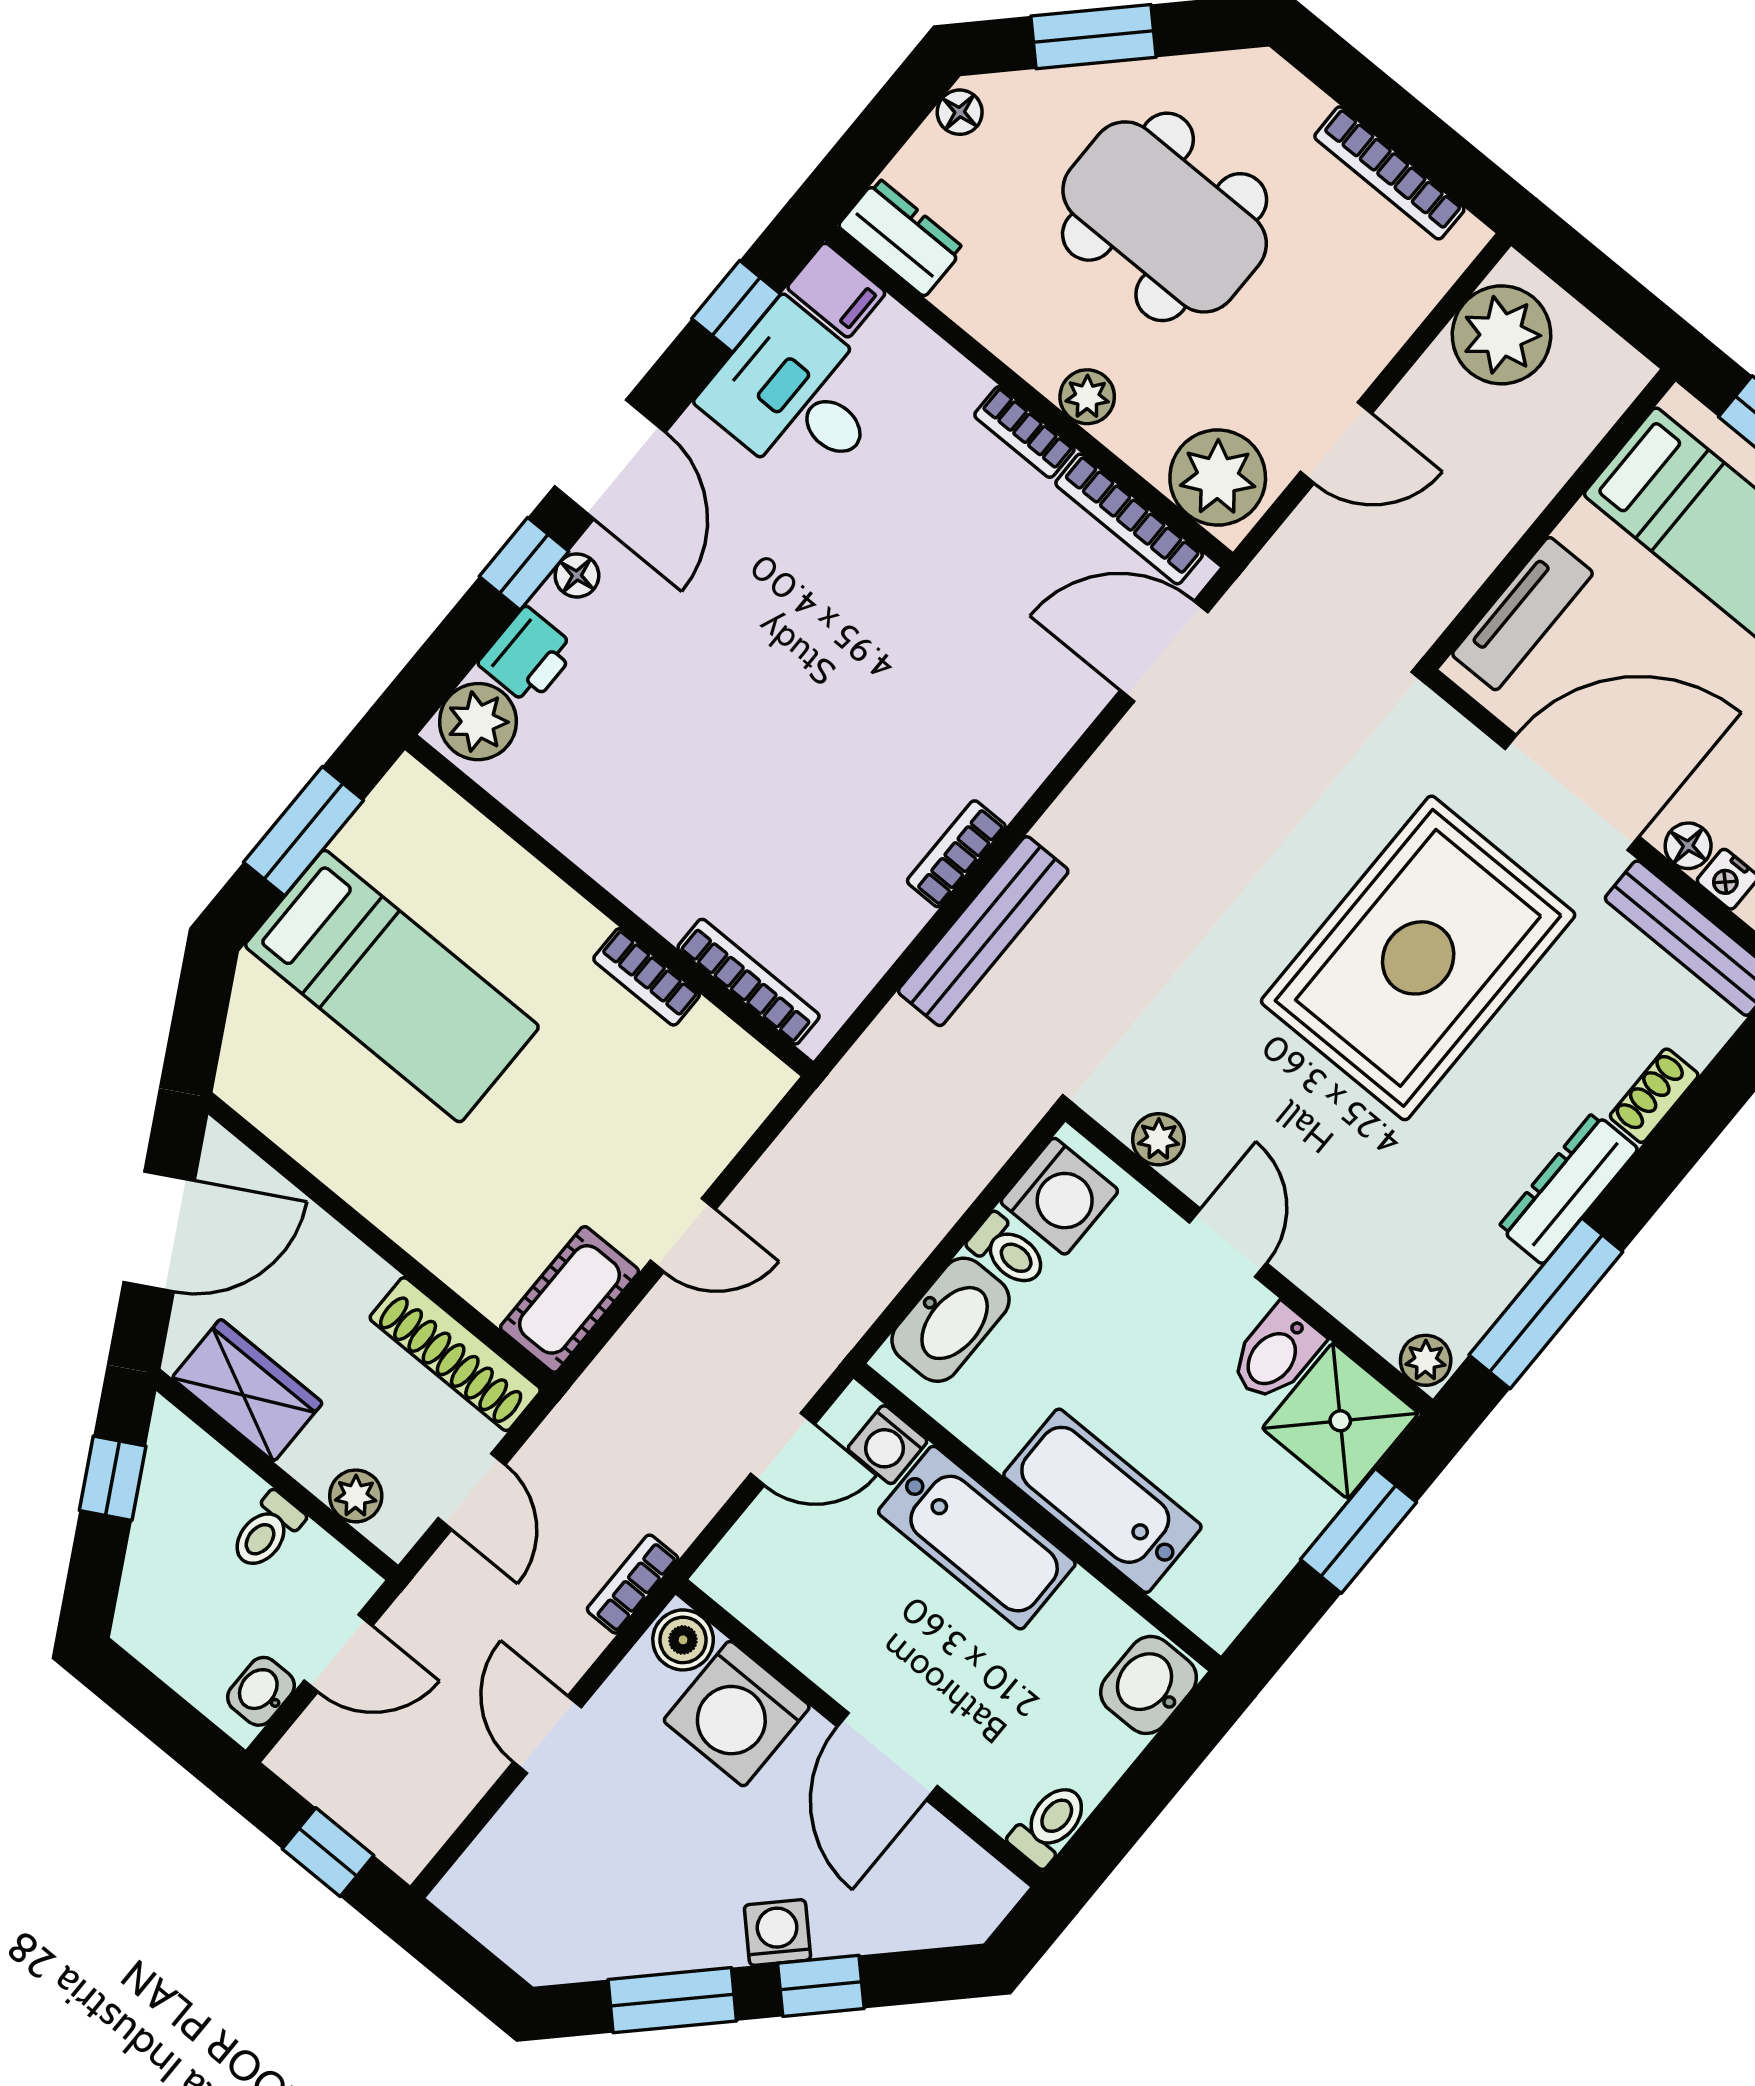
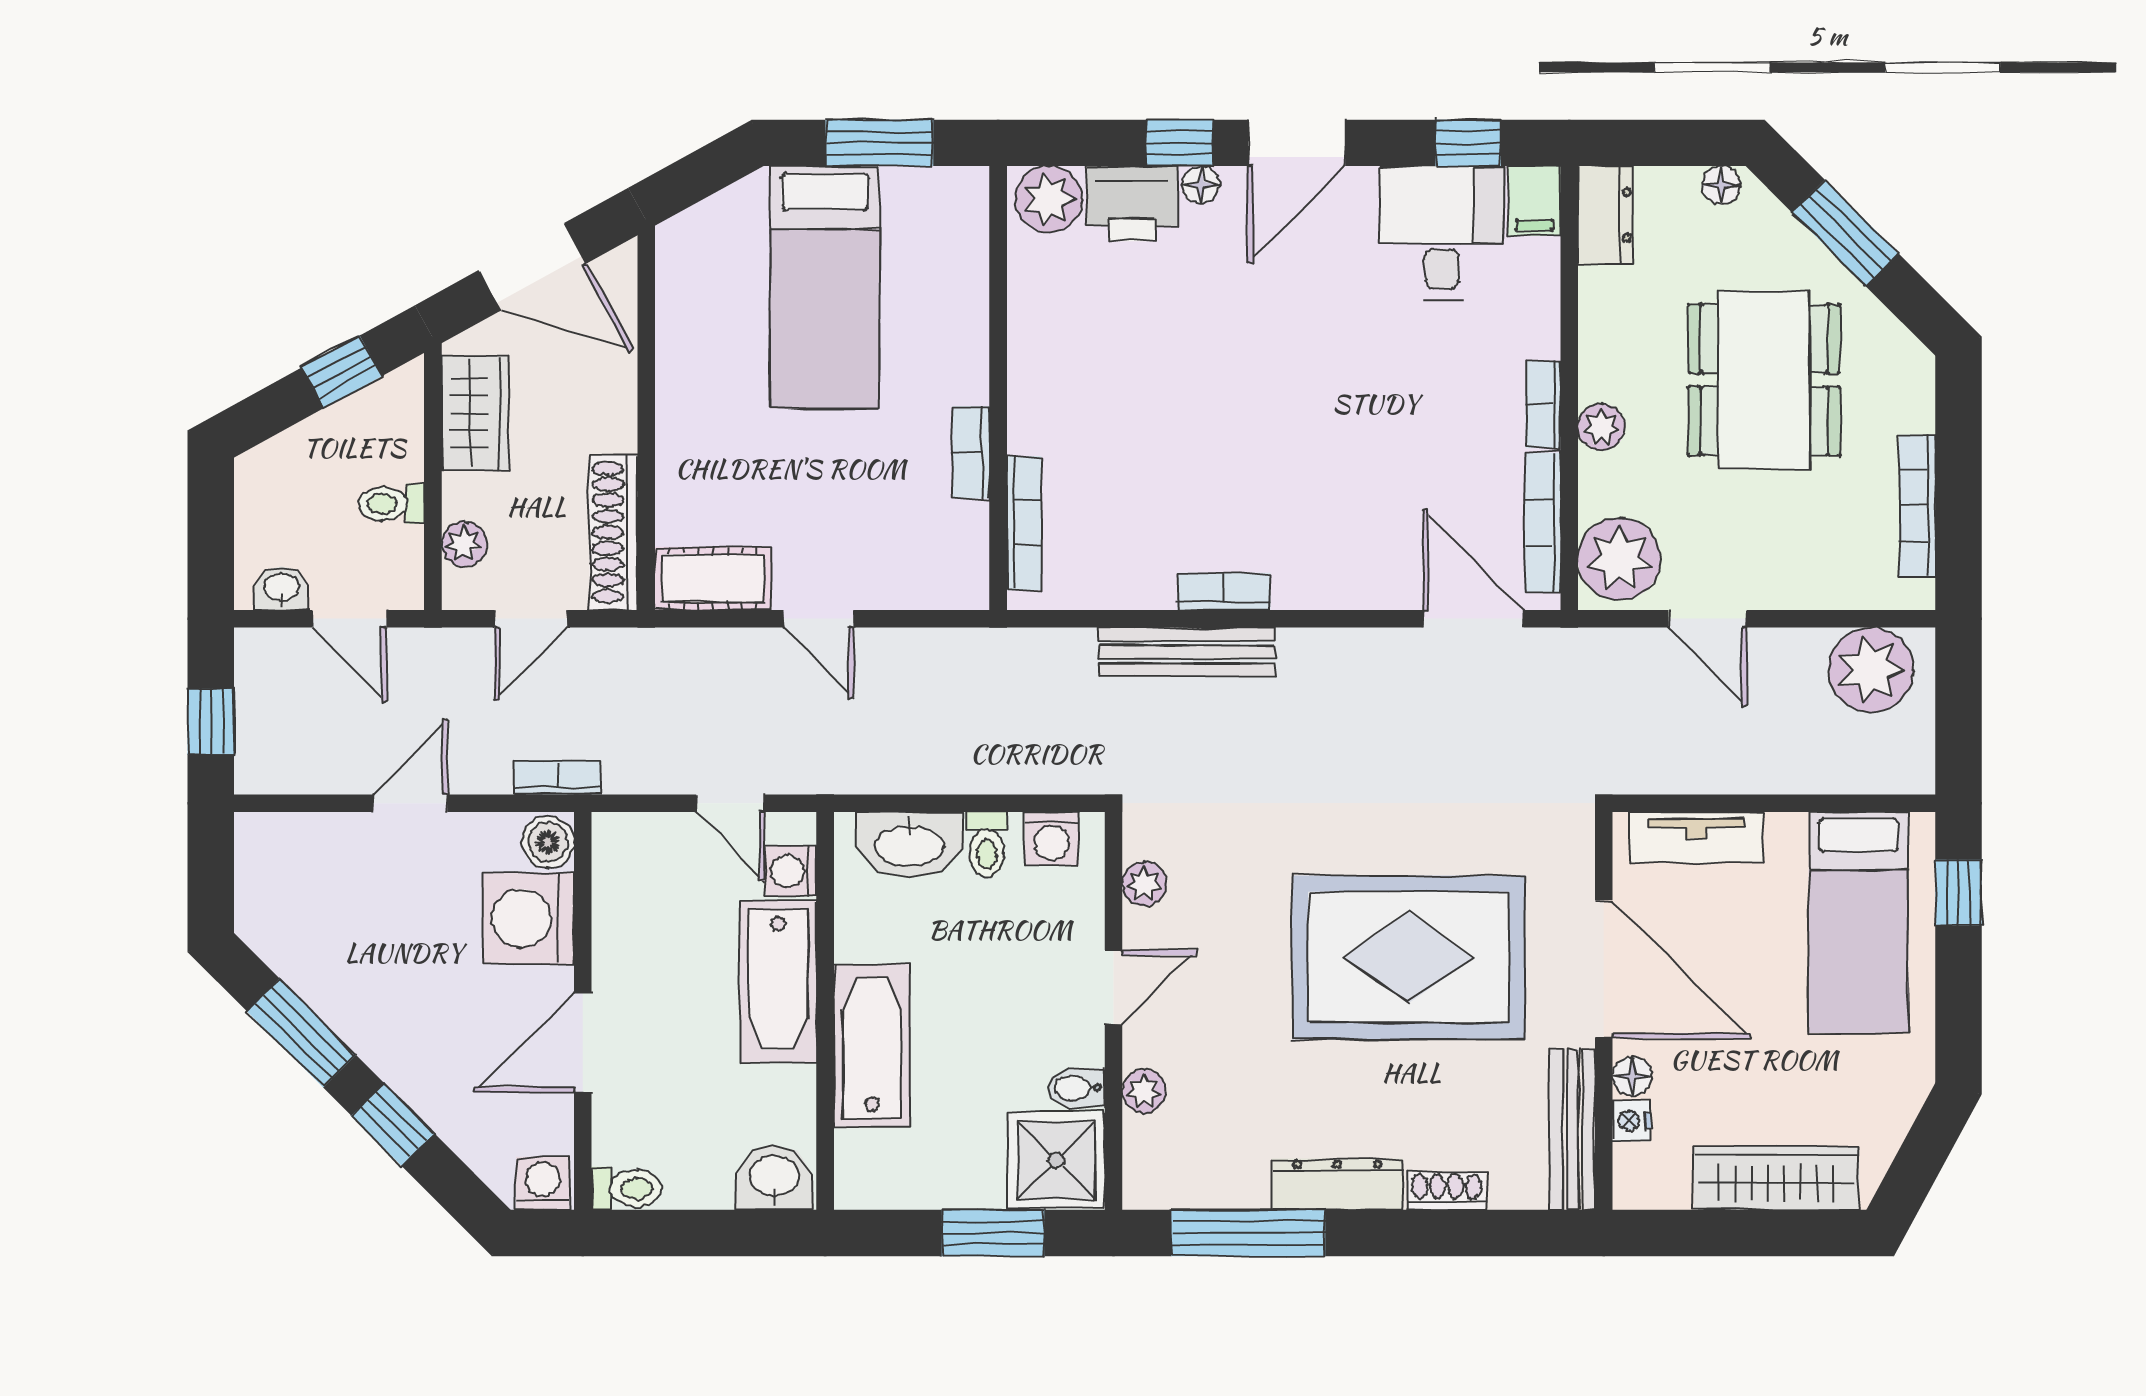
printer: (528, 656) -> (1132, 204), width x1.36, depth x1.24
washing machine: (1059, 1196) -> (1052, 839), width x0.73, depth x0.73
bidet: (1276, 1354) -> (1076, 1088), width x0.72, depth x0.74
plant: (1426, 1360) -> (1144, 1091), moved
washing machine: (777, 1933) -> (543, 1183), moved, turned -45

